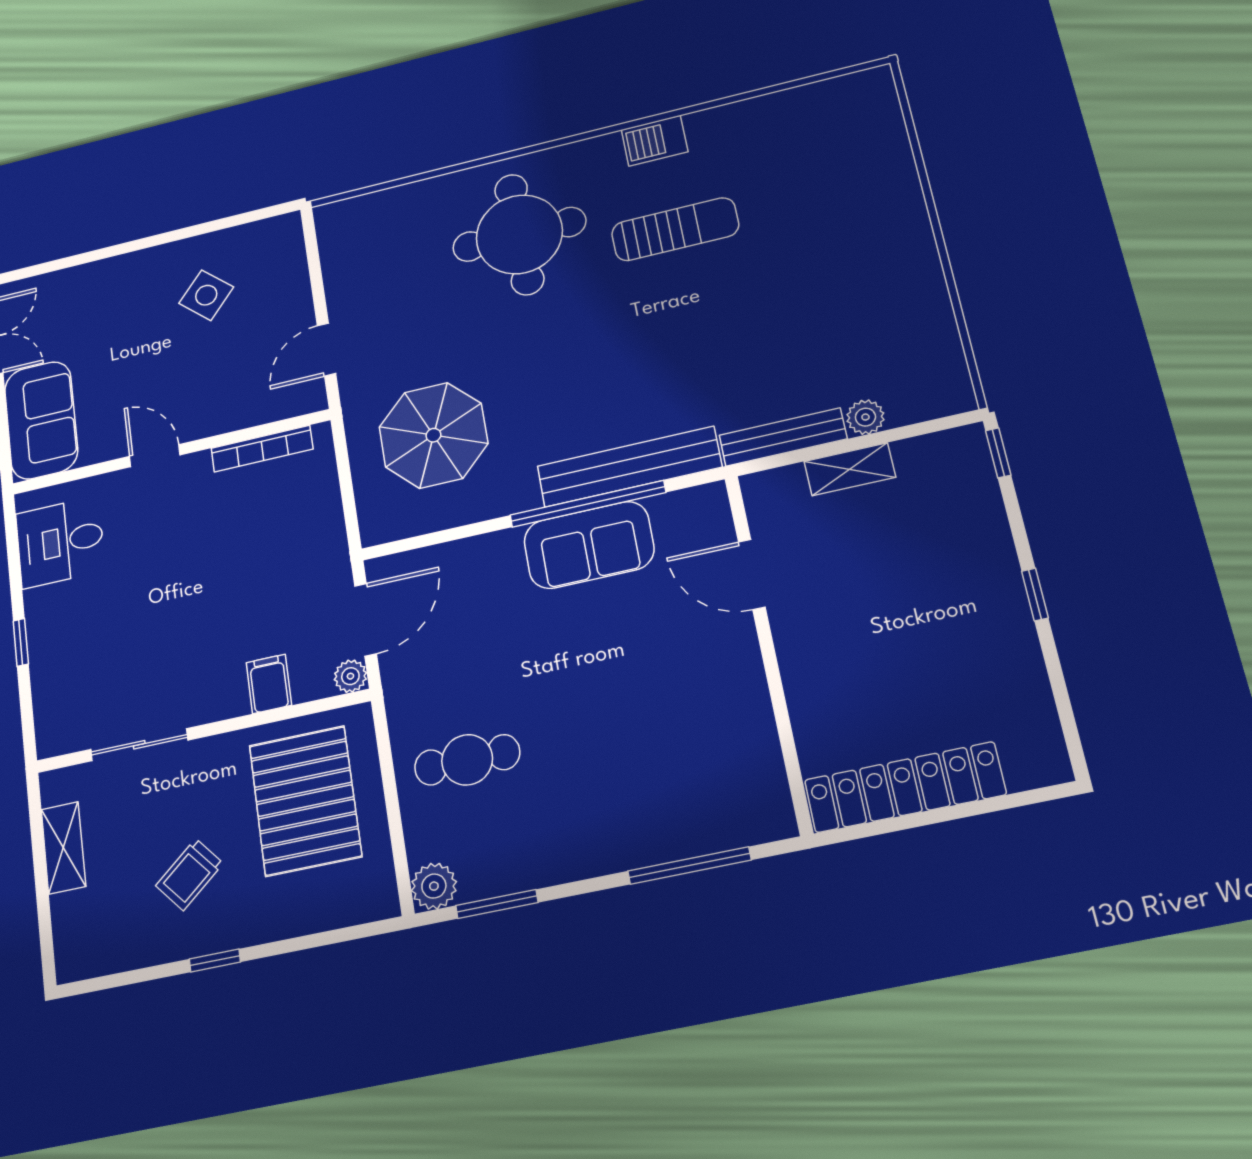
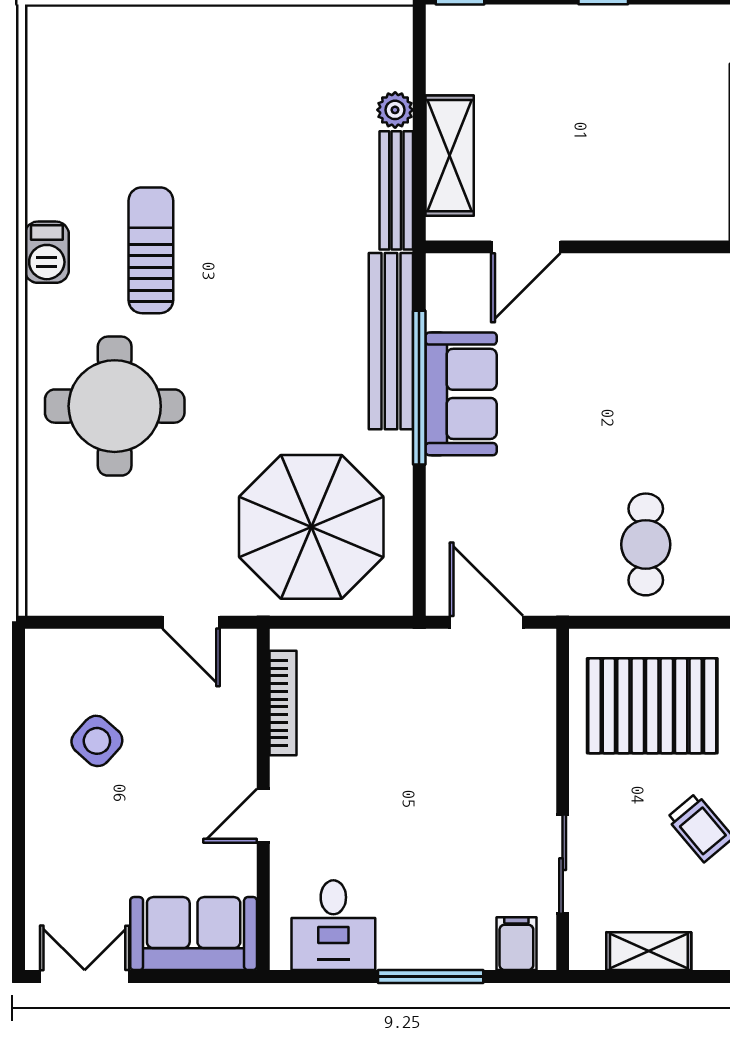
parasol: (433, 435) -> (311, 527), width x1.36, depth x1.36
shelving: (850, 469) -> (450, 156), width x1.50, depth x1.33
window: (21, 642) -> (431, 976), width x2.17
plant: (350, 676) -> (540, 645), removed
filing cabinet: (269, 684) -> (516, 944), moved, turned 90

